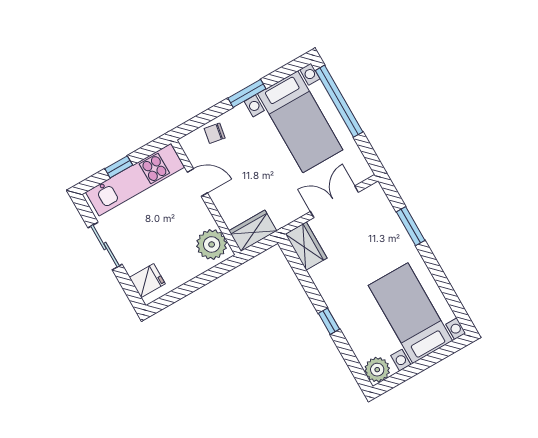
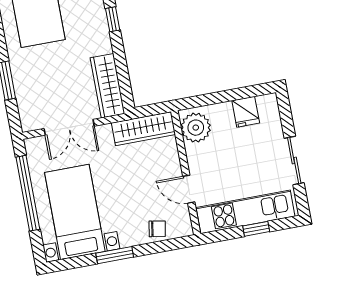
window: (339, 101) -> (28, 193), moved
wardrobe: (253, 231) -> (143, 129), width x1.50
wardrobe: (306, 246) -> (108, 86), width x1.50
fridge: (147, 281) -> (246, 112), moved, turned -90

